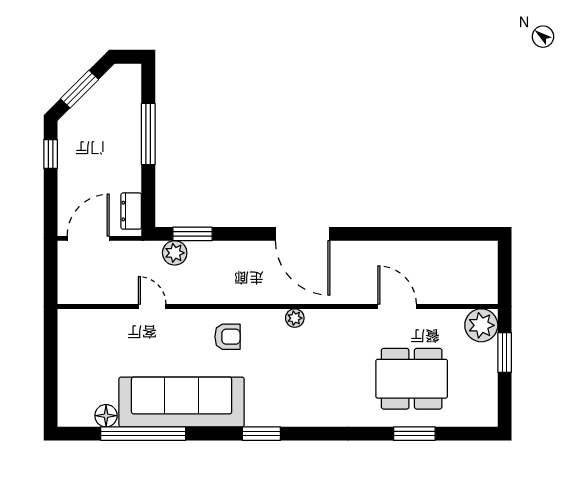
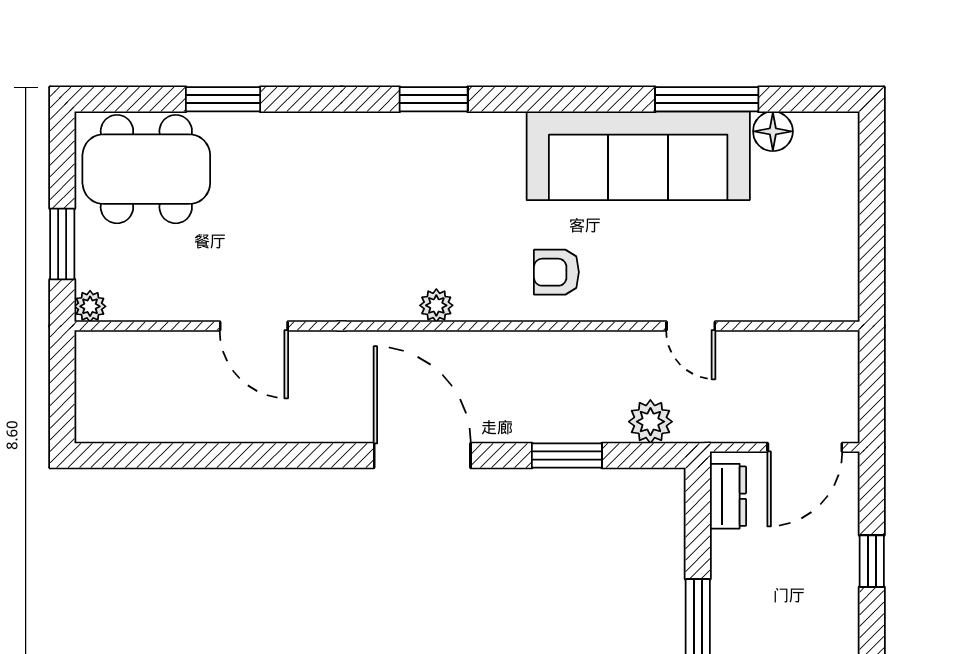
window: (51, 154) -> (872, 561), moved
window: (192, 234) -> (567, 456), moved
plant: (481, 325) -> (90, 306), width x0.53, depth x0.53
dining table: (412, 379) -> (146, 169), moved
window: (143, 434) -> (707, 99), width x0.68
window: (261, 434) -> (434, 99), moved

